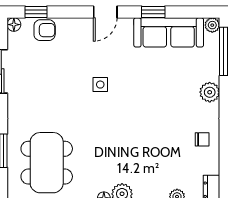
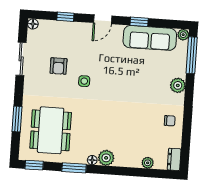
window: (36, 12) -> (65, 17), moved
armchair: (45, 30) -> (59, 66), moved, turned 90
side table: (100, 85) -> (84, 81), moved

